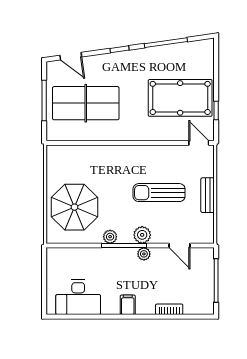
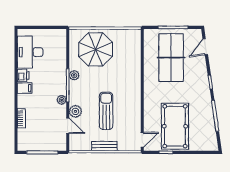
plant: (142, 235) -> (75, 111), moved
door: (180, 246) -> (68, 126), swing flipped
printer: (110, 307) -> (23, 75), added

